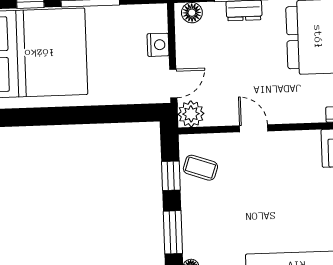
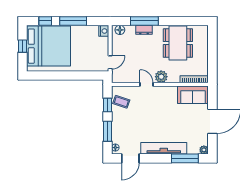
nightstand: (158, 45) -> (104, 31), moved
plant: (191, 114) -> (161, 77), moved

